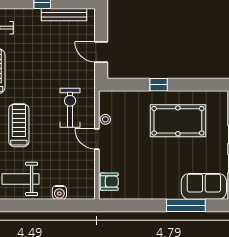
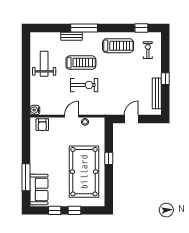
exercise bike: (70, 108) -> (84, 85), moved
pool table: (178, 121) -> (84, 172), width x1.36, depth x1.32
water cooler: (59, 192) -> (35, 110), moved

